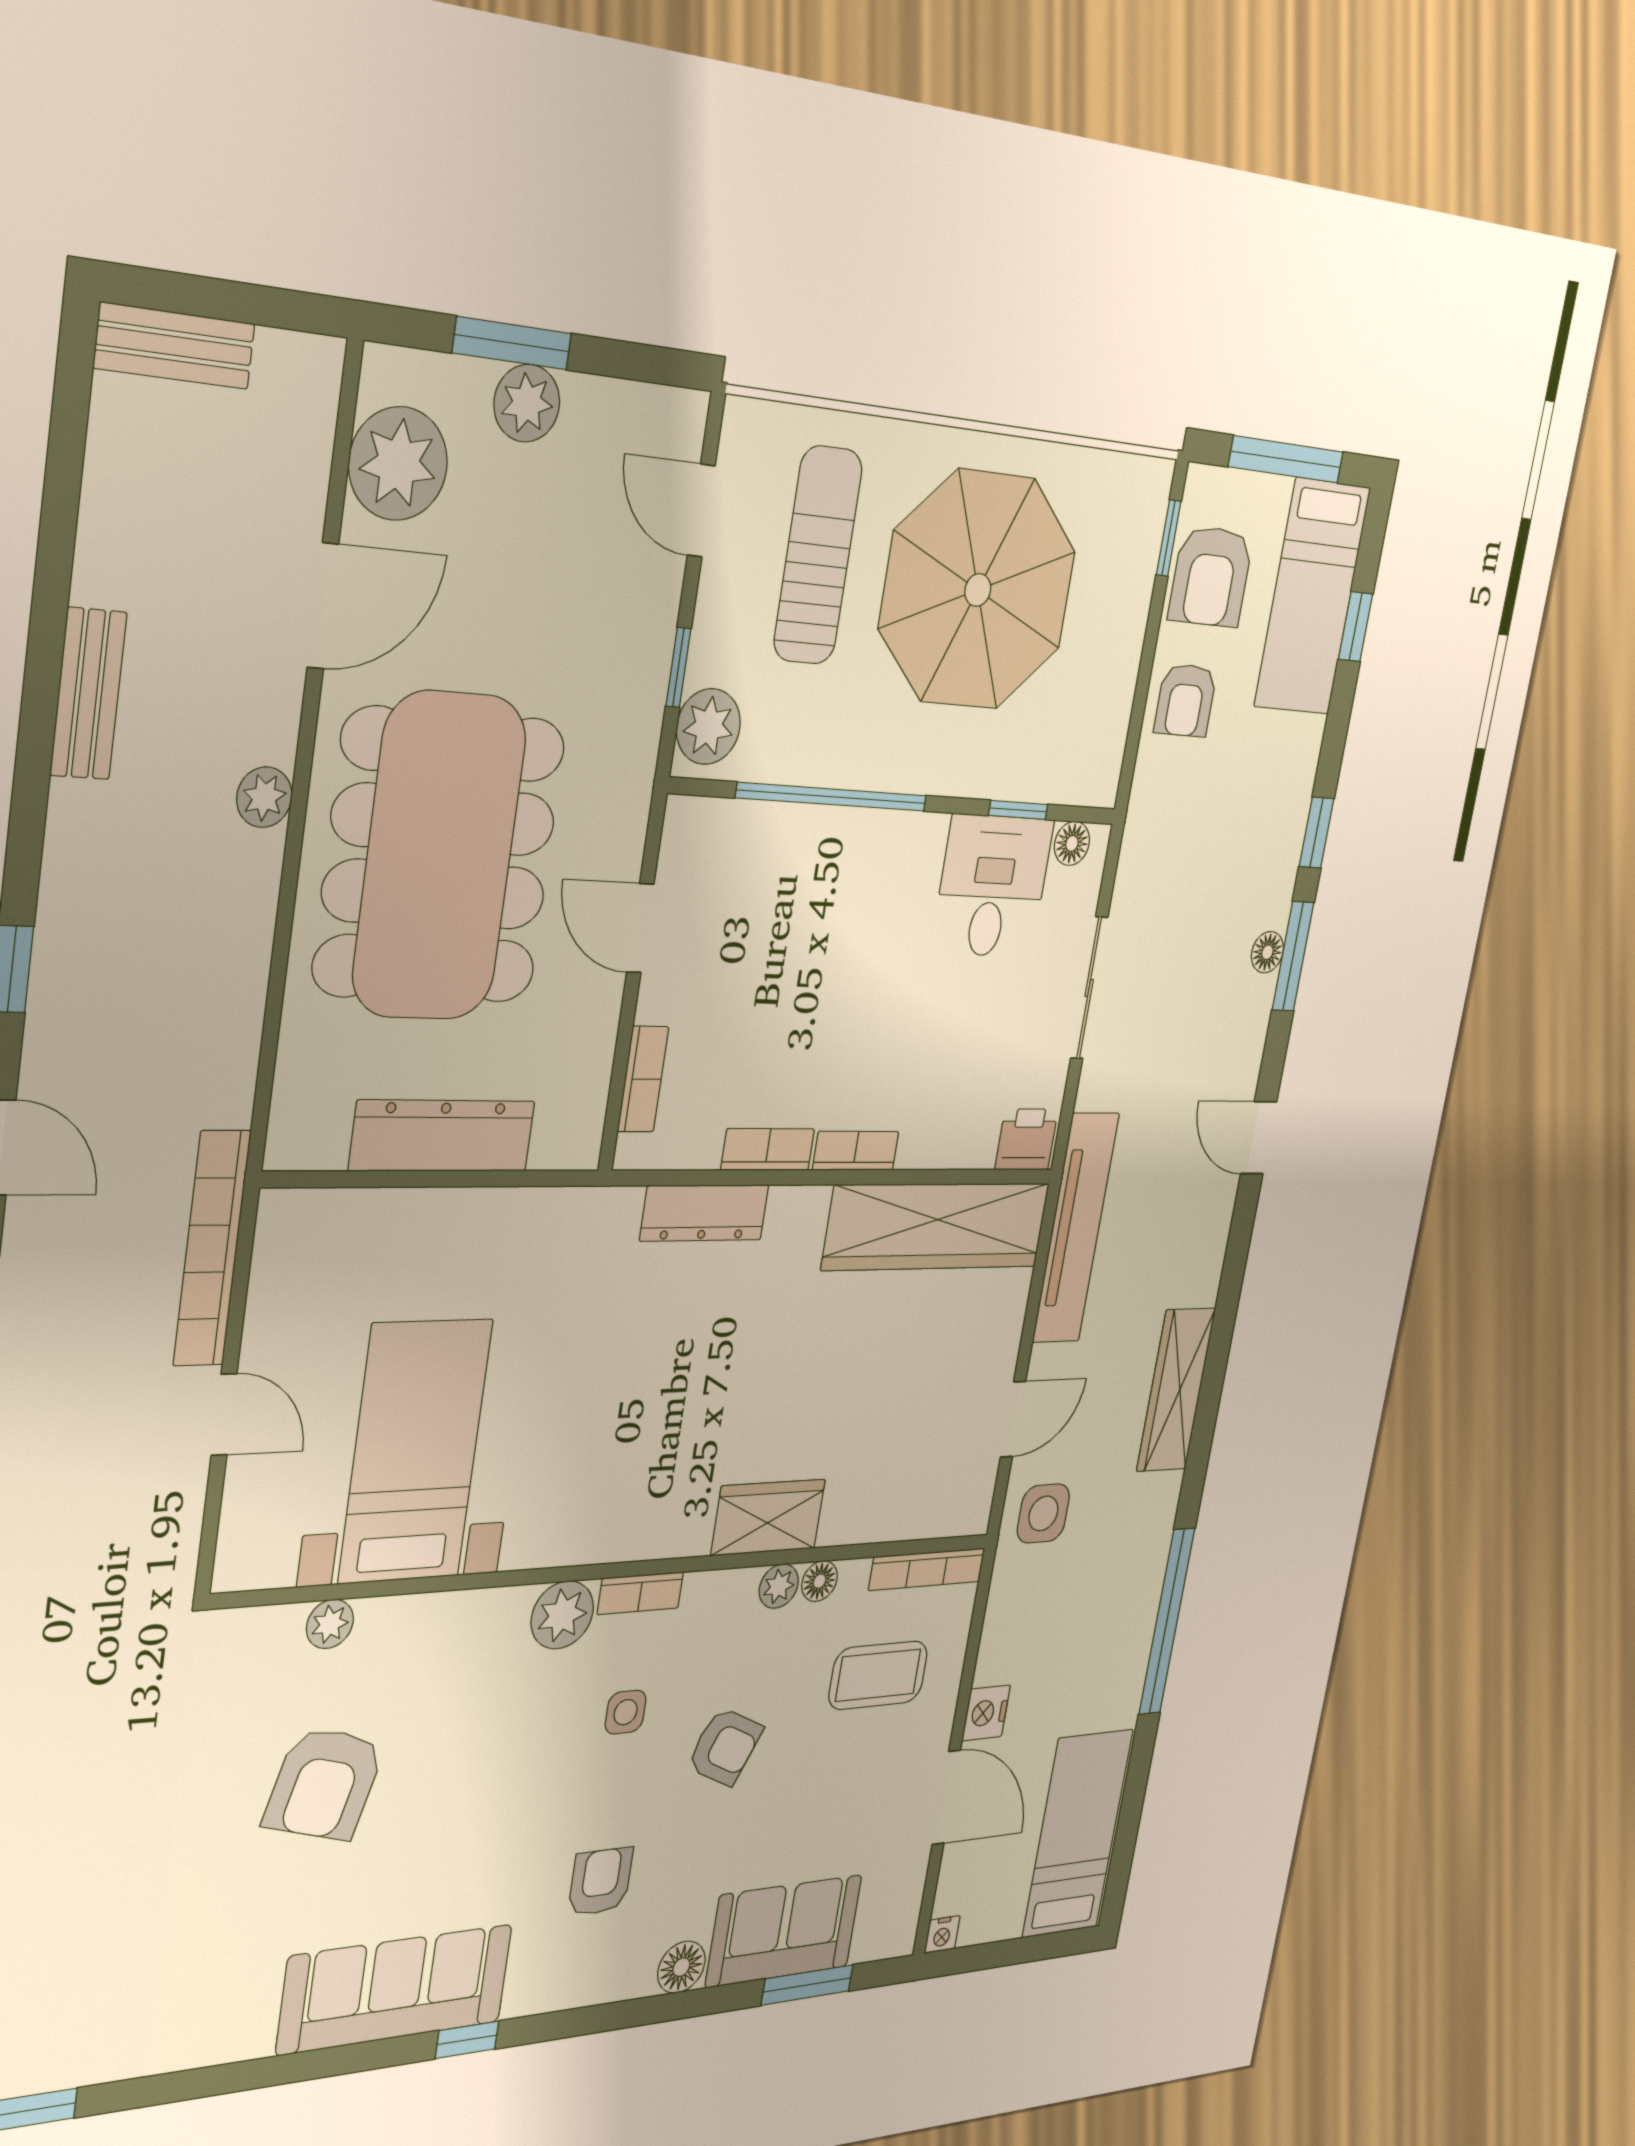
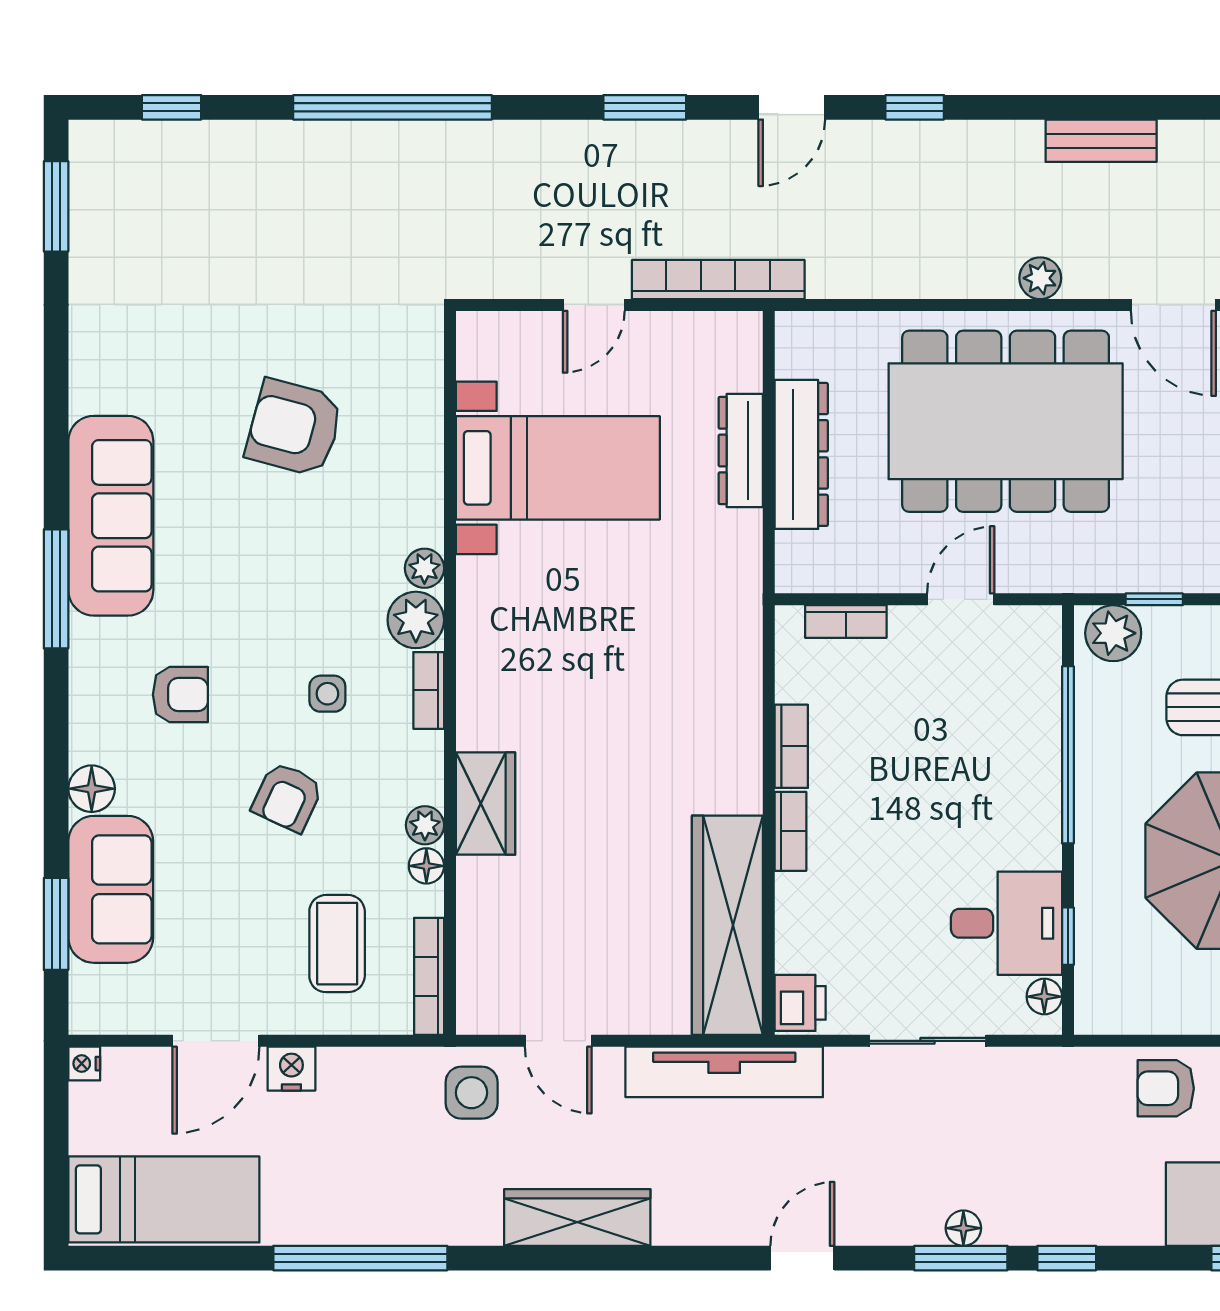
dresser: (705, 1213) -> (741, 450), moved
plant: (330, 1624) -> (424, 568), moved
window: (467, 2040) -> (56, 589), width x2.17

